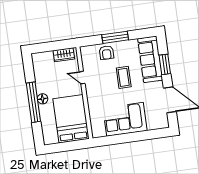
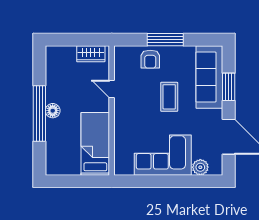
bed: (71, 119) -> (95, 144), width x0.67
plant: (153, 124) -> (200, 167), added

